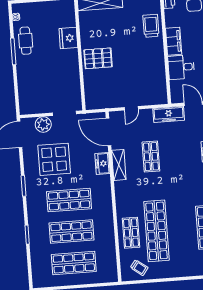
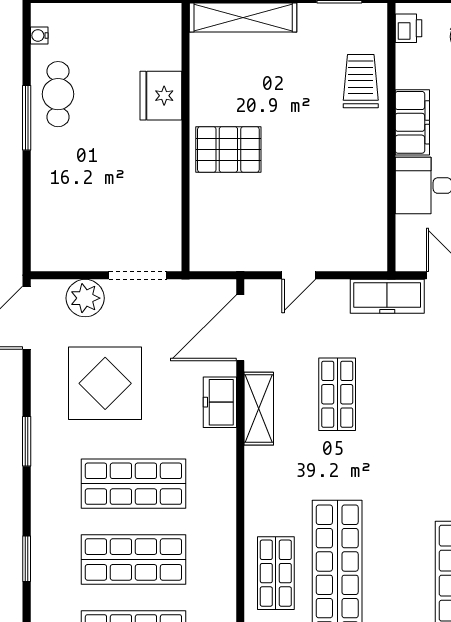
door: (109, 132) -> (240, 328), hinge flipped

